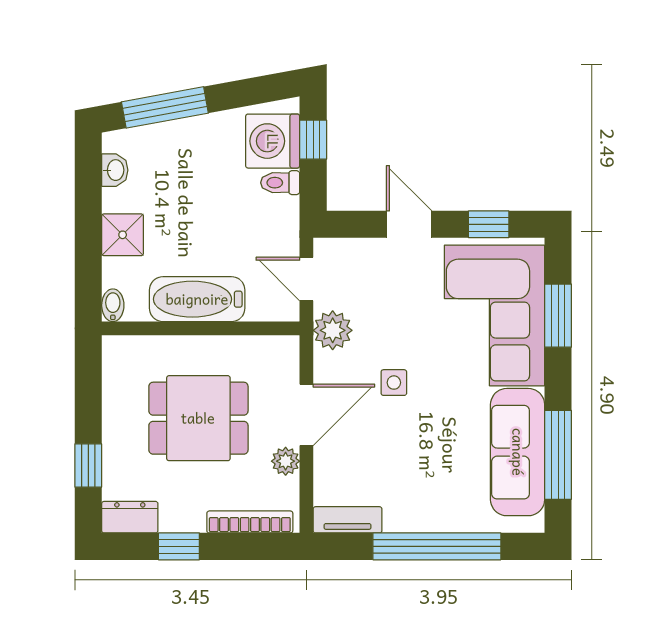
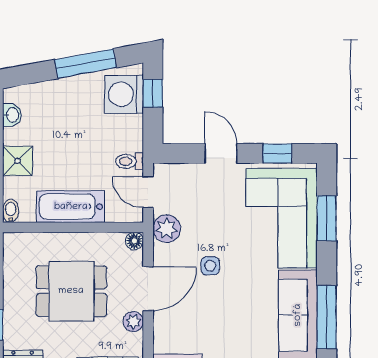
window: (165, 107) -> (86, 64), moved
toilet: (280, 183) -> (129, 161), moved
floor lamp: (287, 348) -> (134, 241), added

